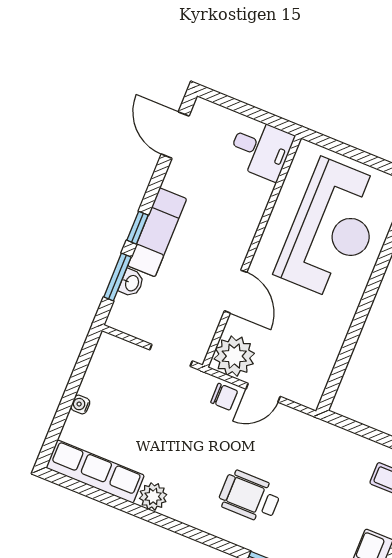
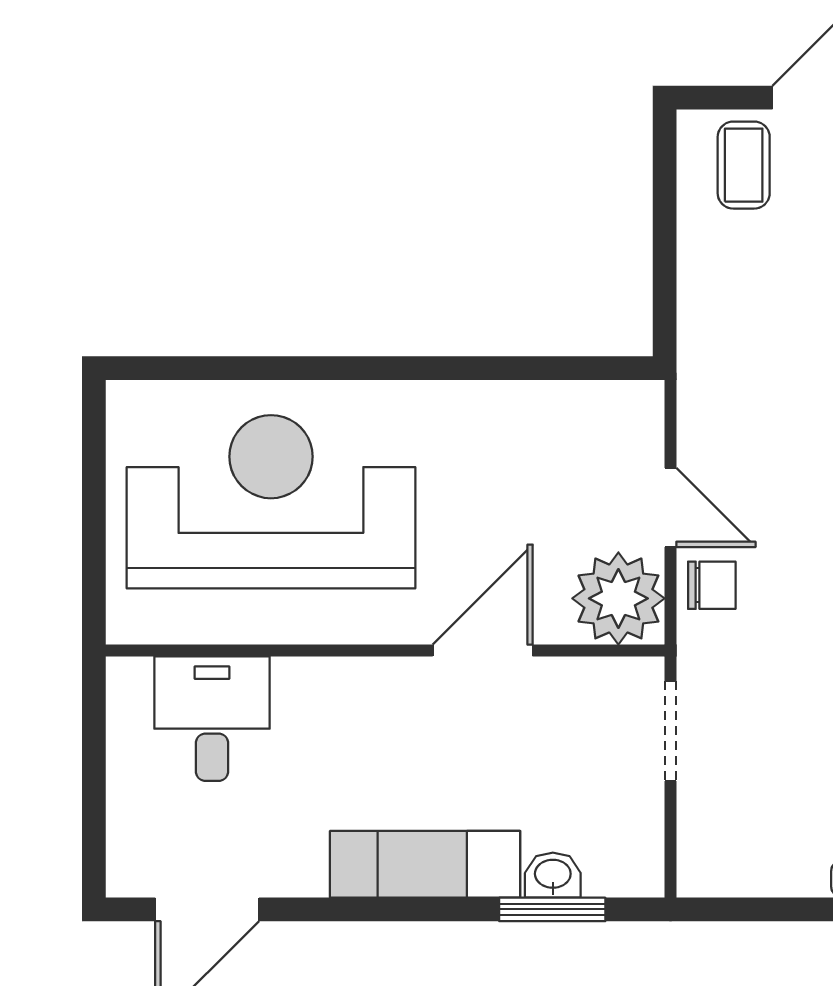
desk: (261, 149) -> (212, 719), moved
window: (137, 228) -> (432, 909), removed
chair: (224, 397) -> (712, 585), turned 90

